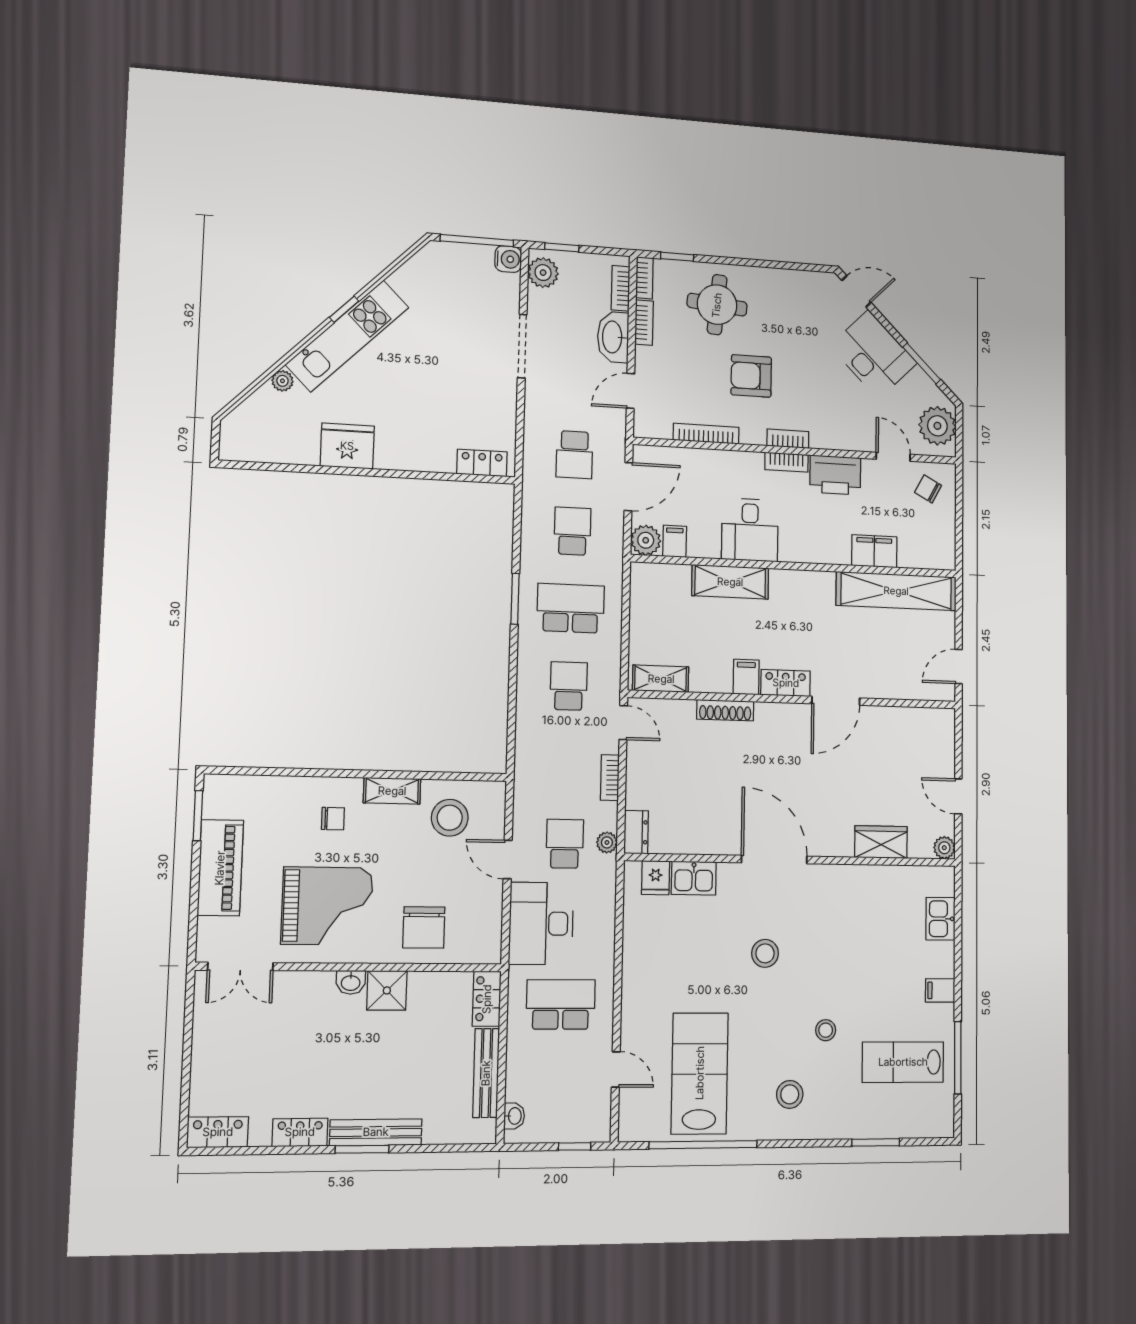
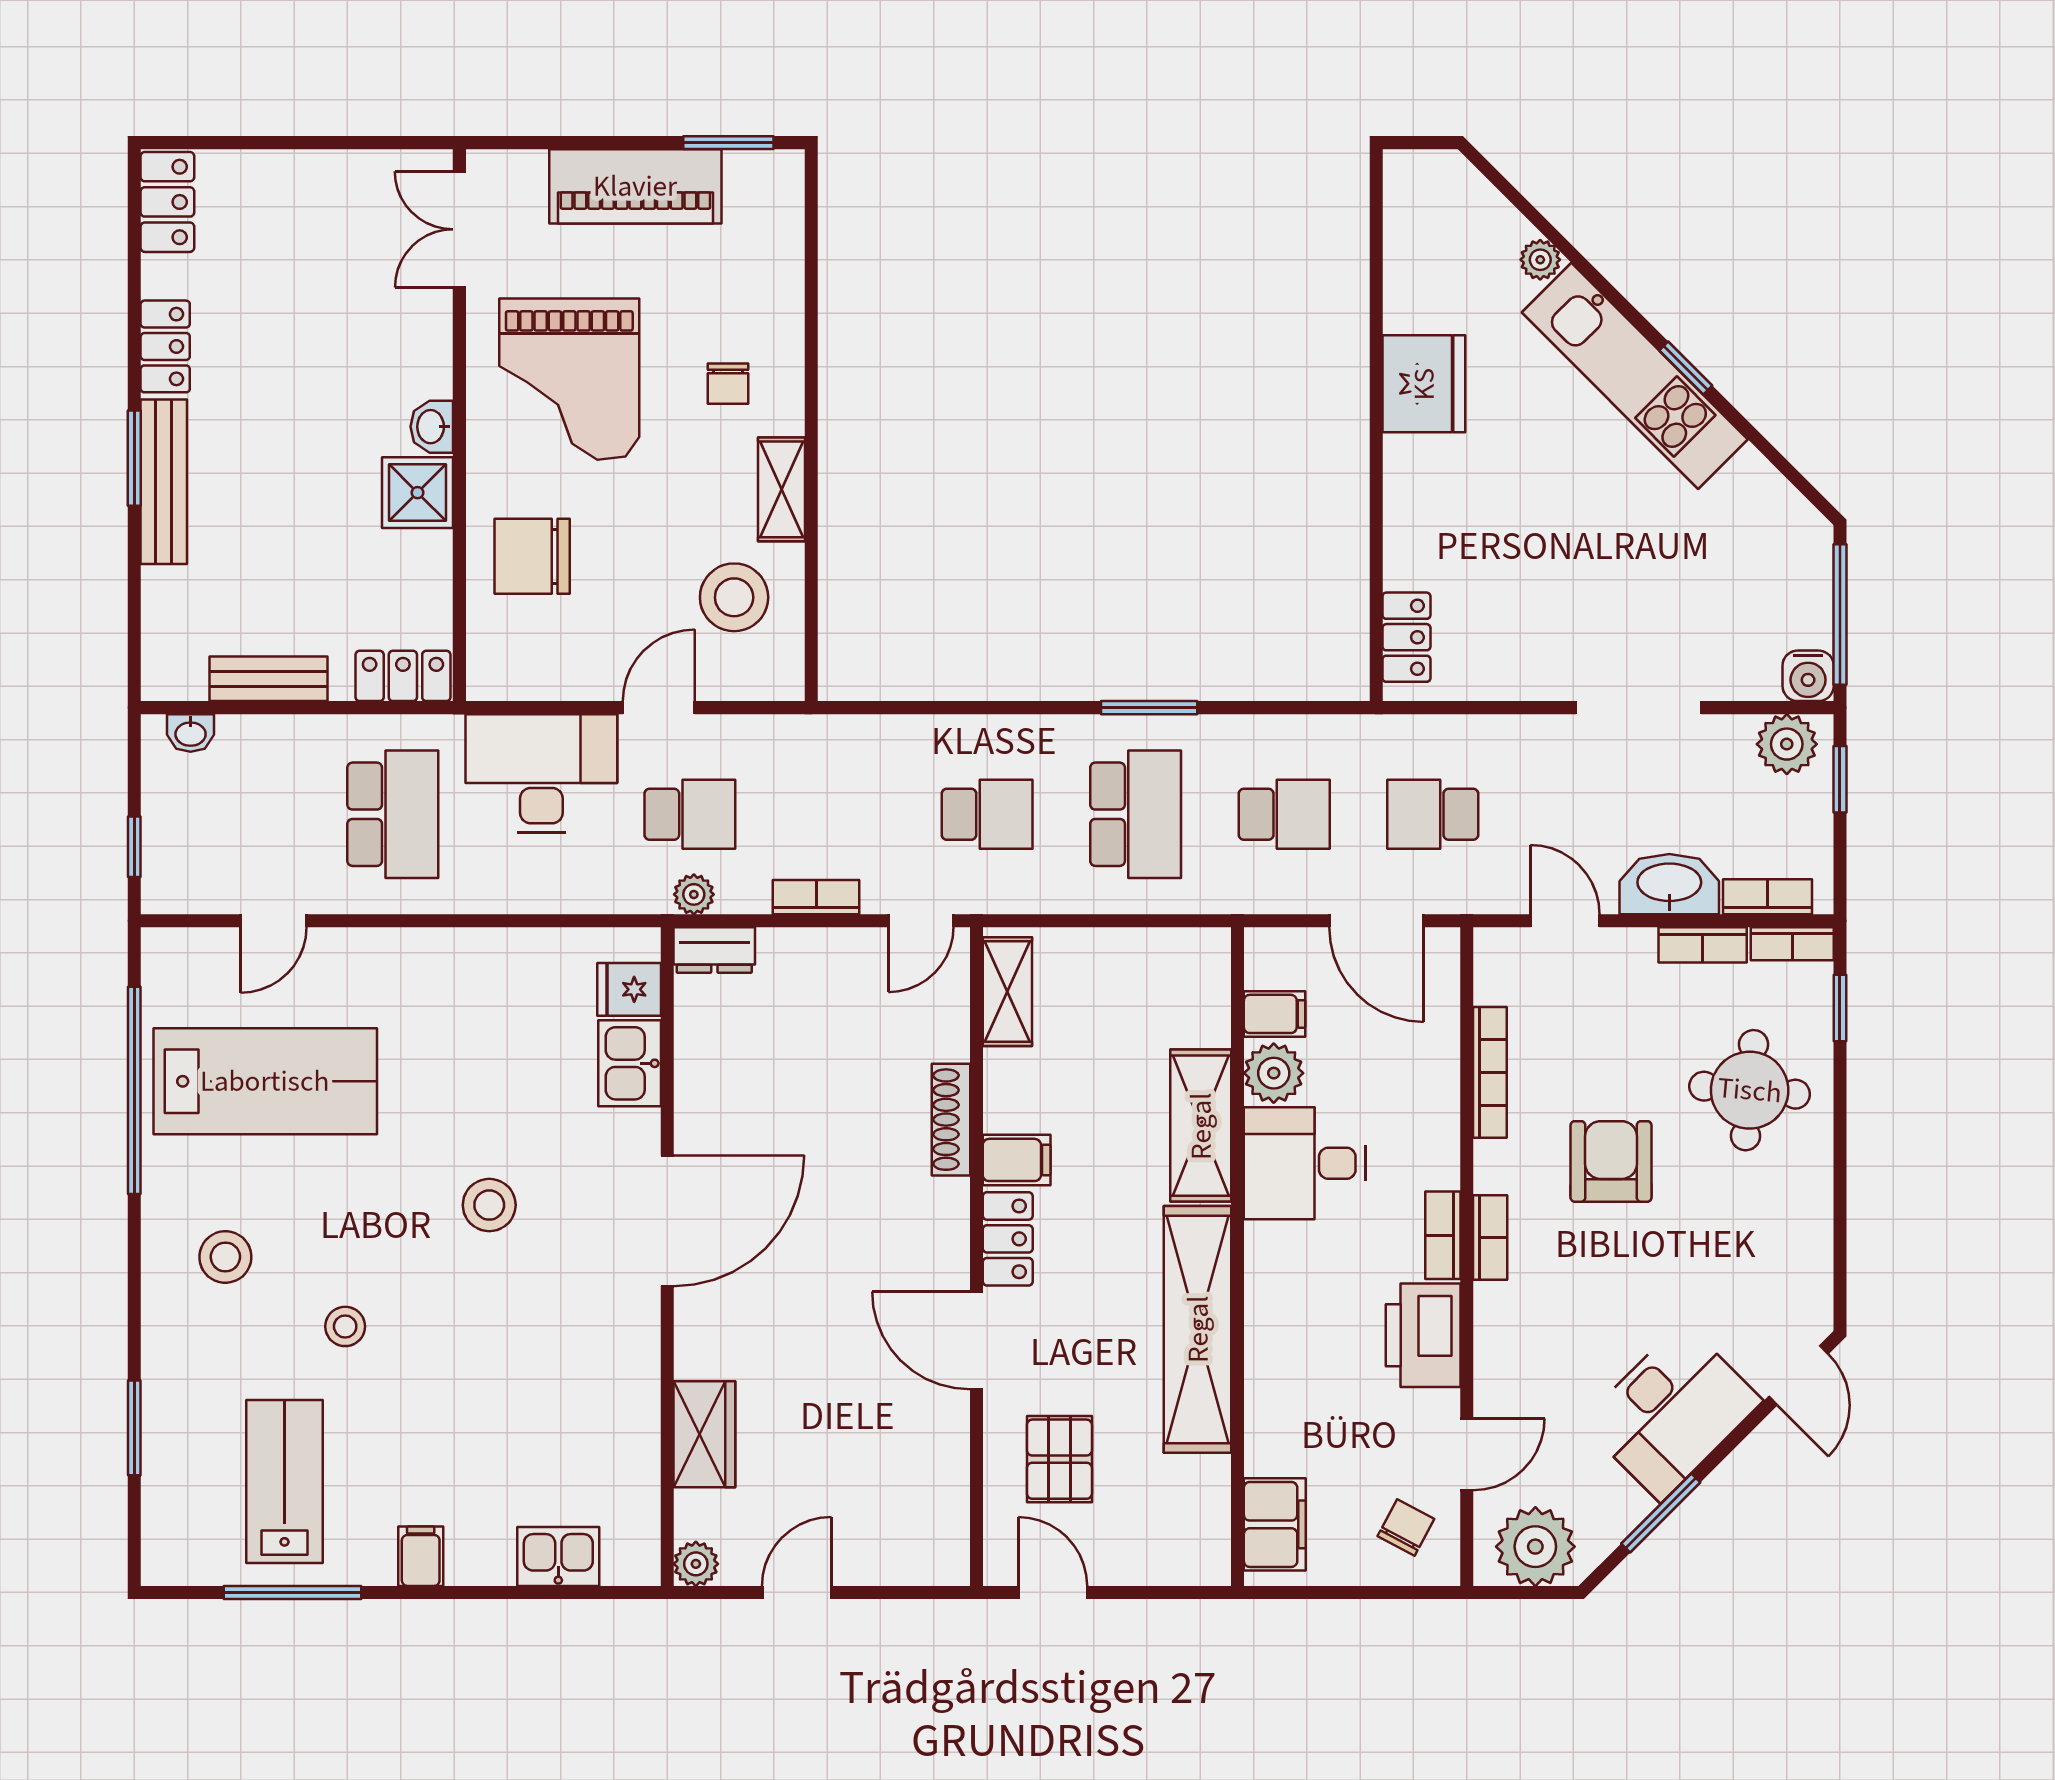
plant: (646, 540) -> (1274, 1073), moved
filing cabinet: (874, 551) -> (1275, 1524), moved
shelving: (896, 591) -> (1198, 1329), moved
pallet: (894, 661) -> (1059, 1459), added
bench: (486, 1073) -> (268, 679), width x0.73

